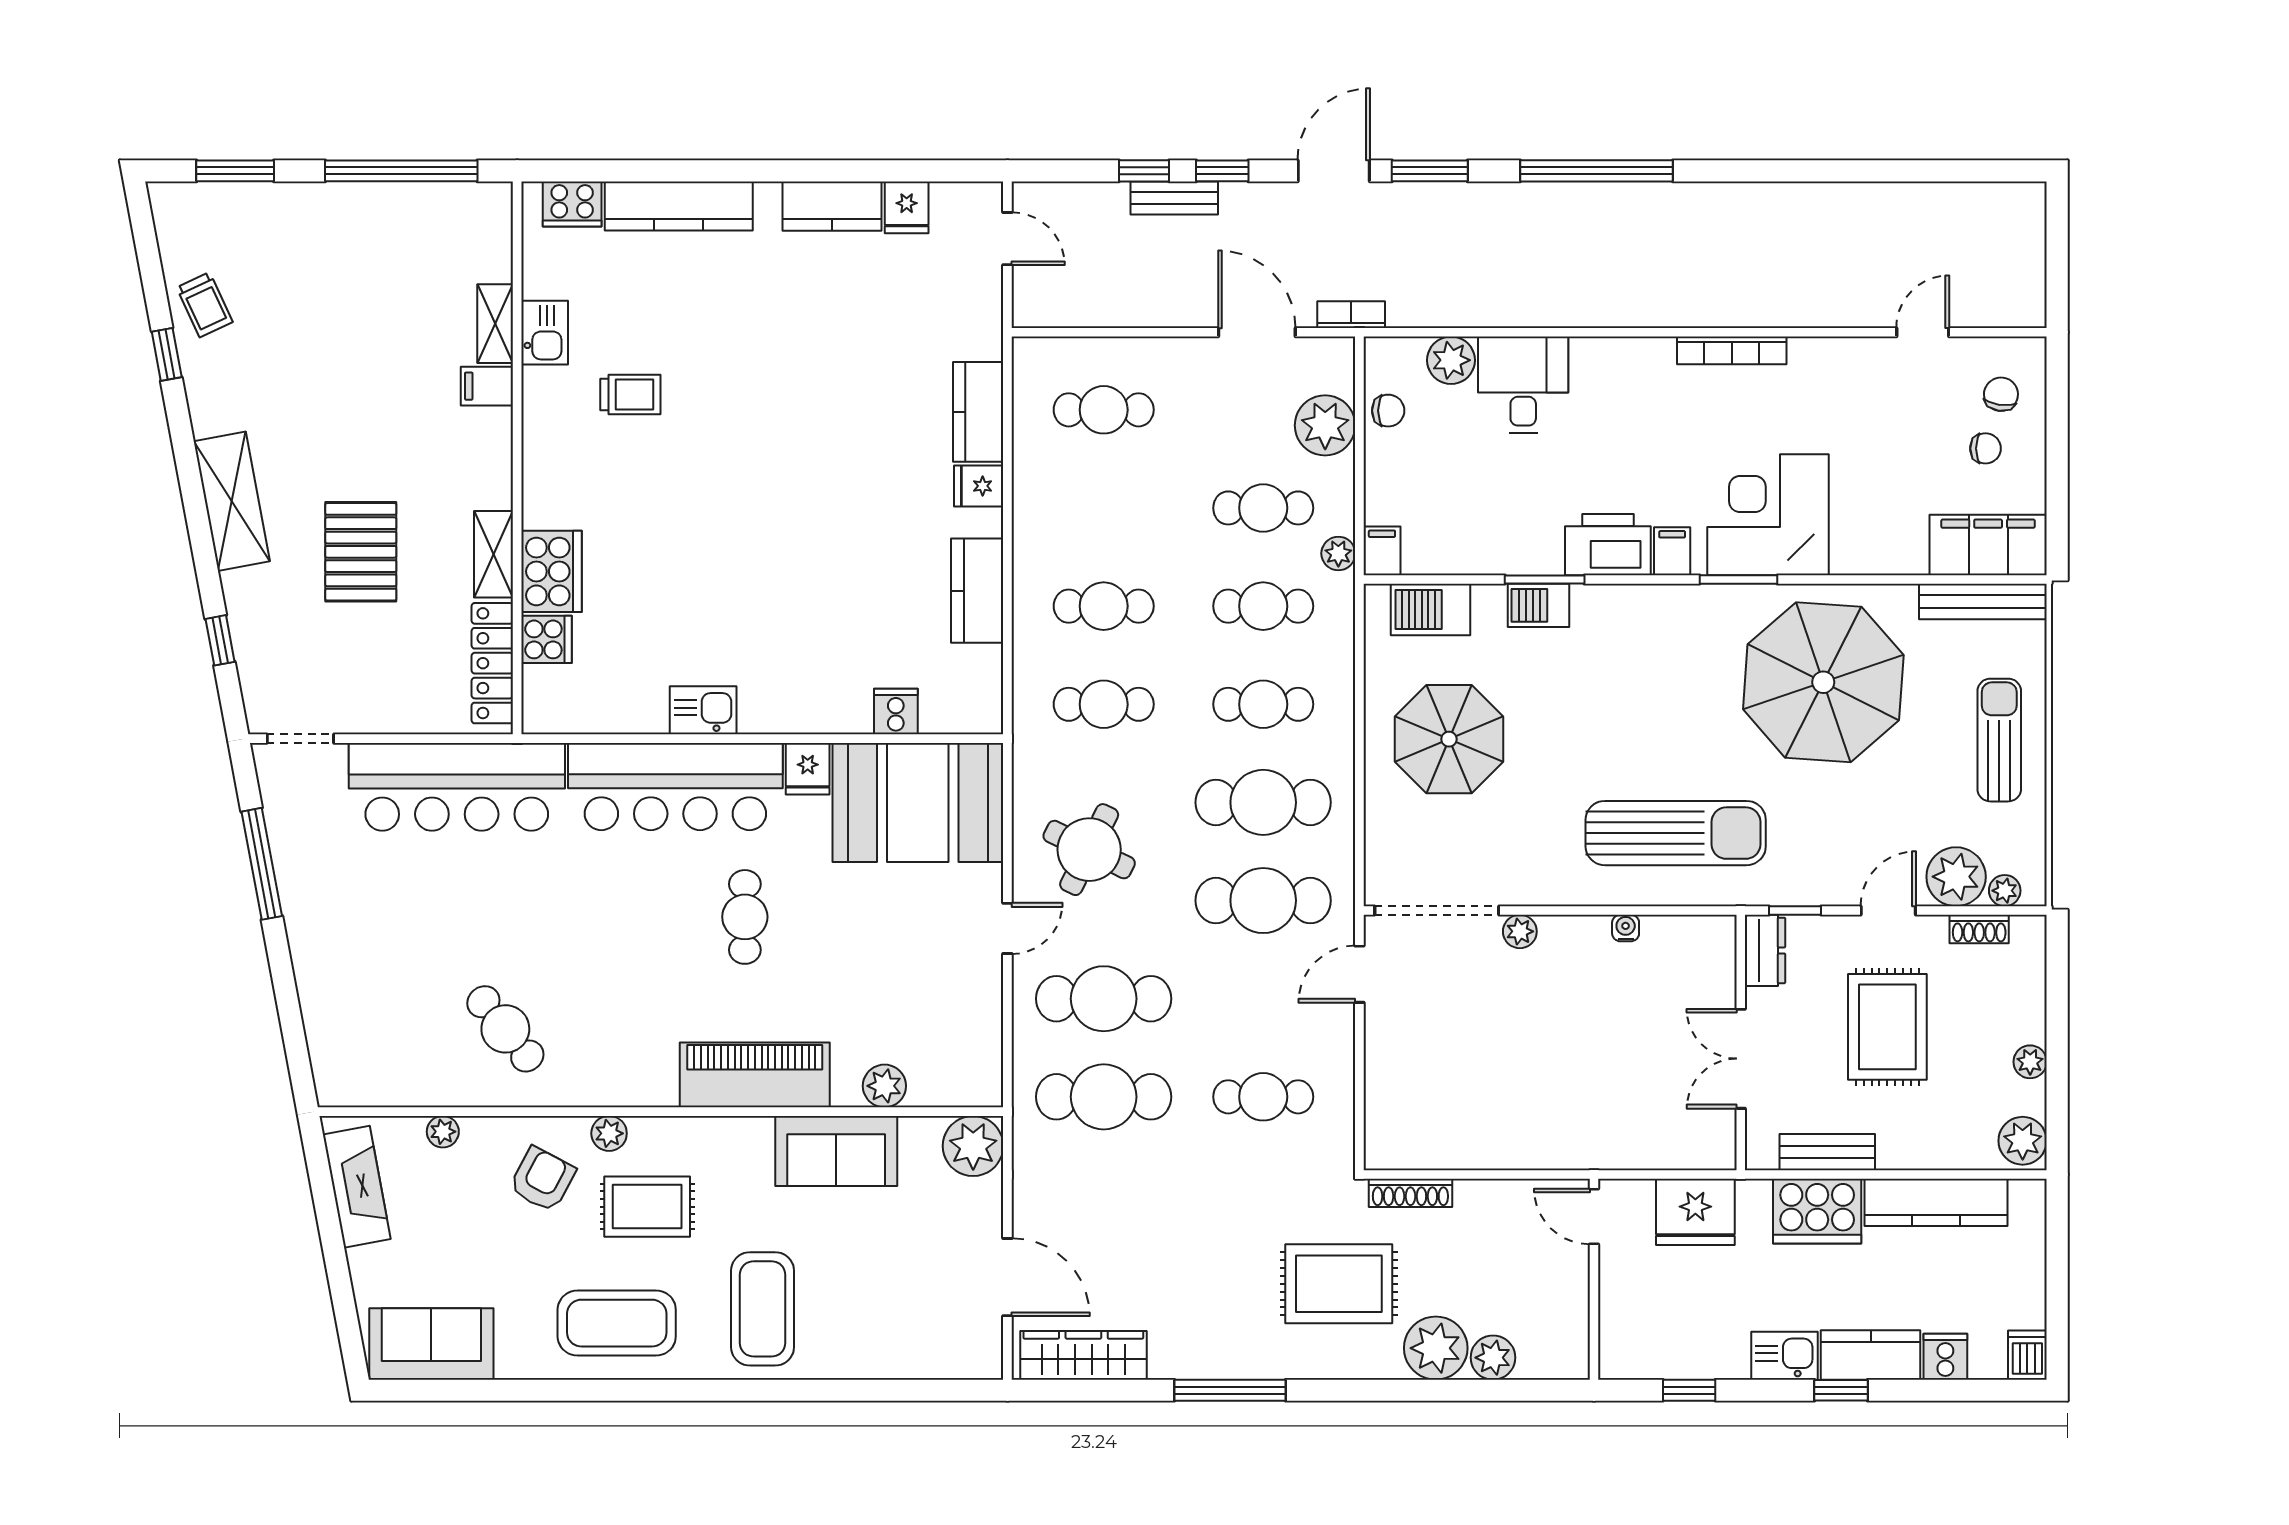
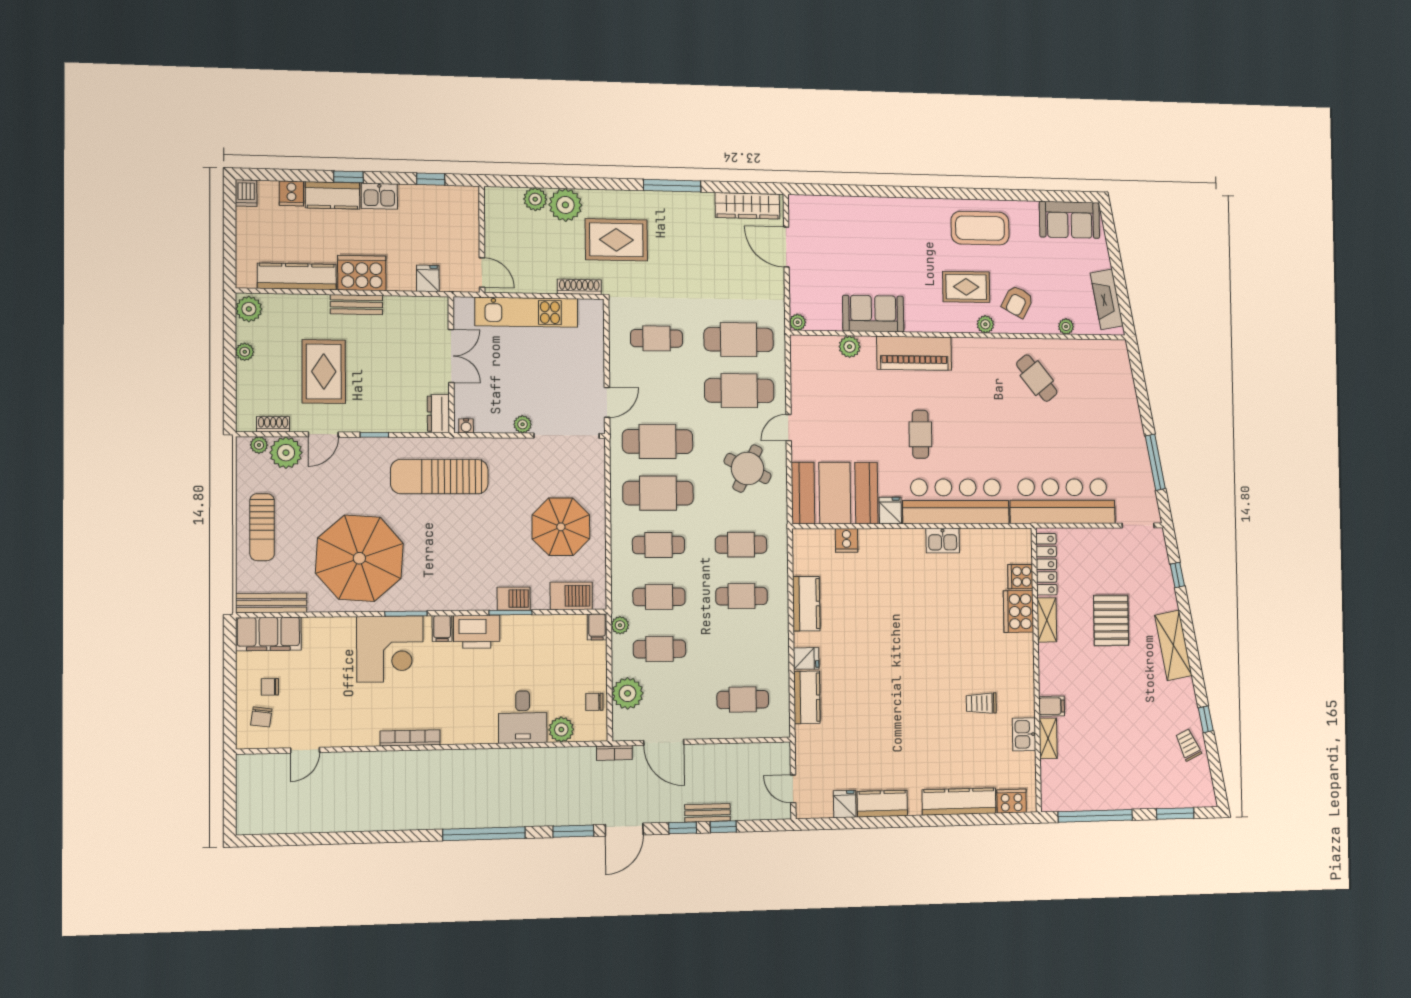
dresser: (1765, 950) -> (438, 414), moved
wall: (1741, 1042) -> (451, 365), moved
double door: (1741, 1059) -> (451, 356), moved
kitchen unit: (1511, 1143) -> (526, 312), added
plant: (973, 1146) -> (798, 322), width x0.53, depth x0.53
fridge: (1695, 1212) -> (428, 278), width x0.53, depth x0.75
coffee table: (763, 1309) -> (909, 234), removed

